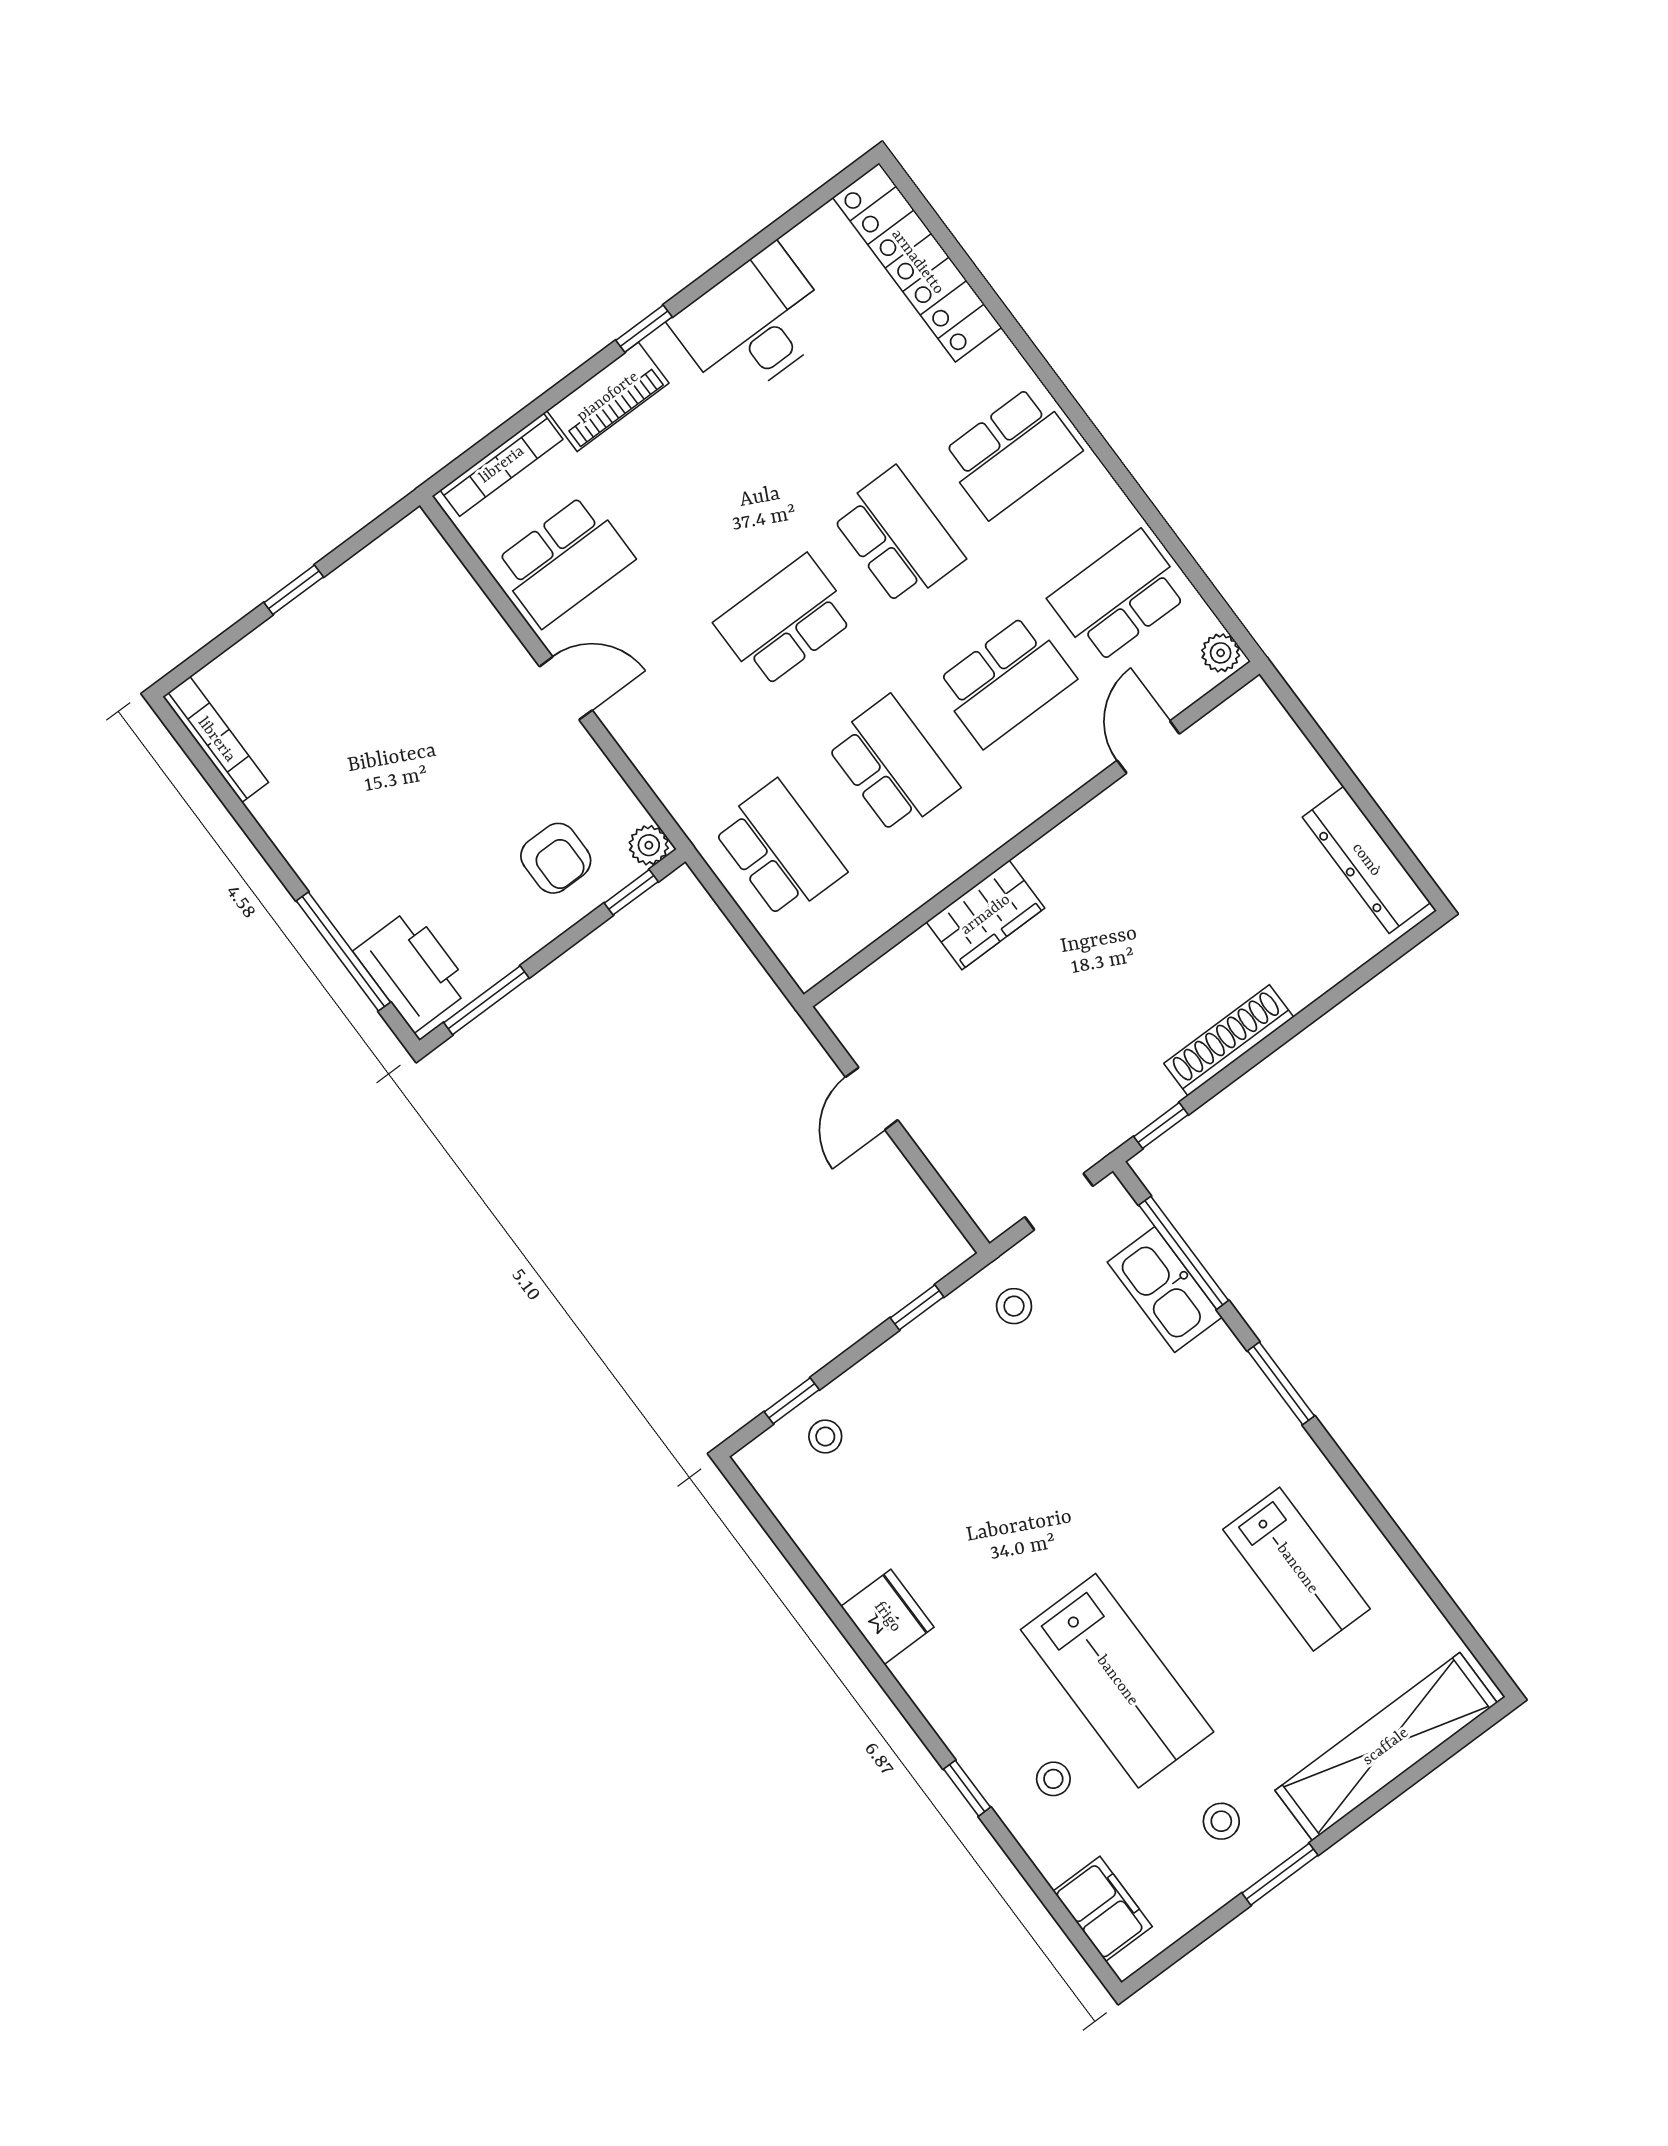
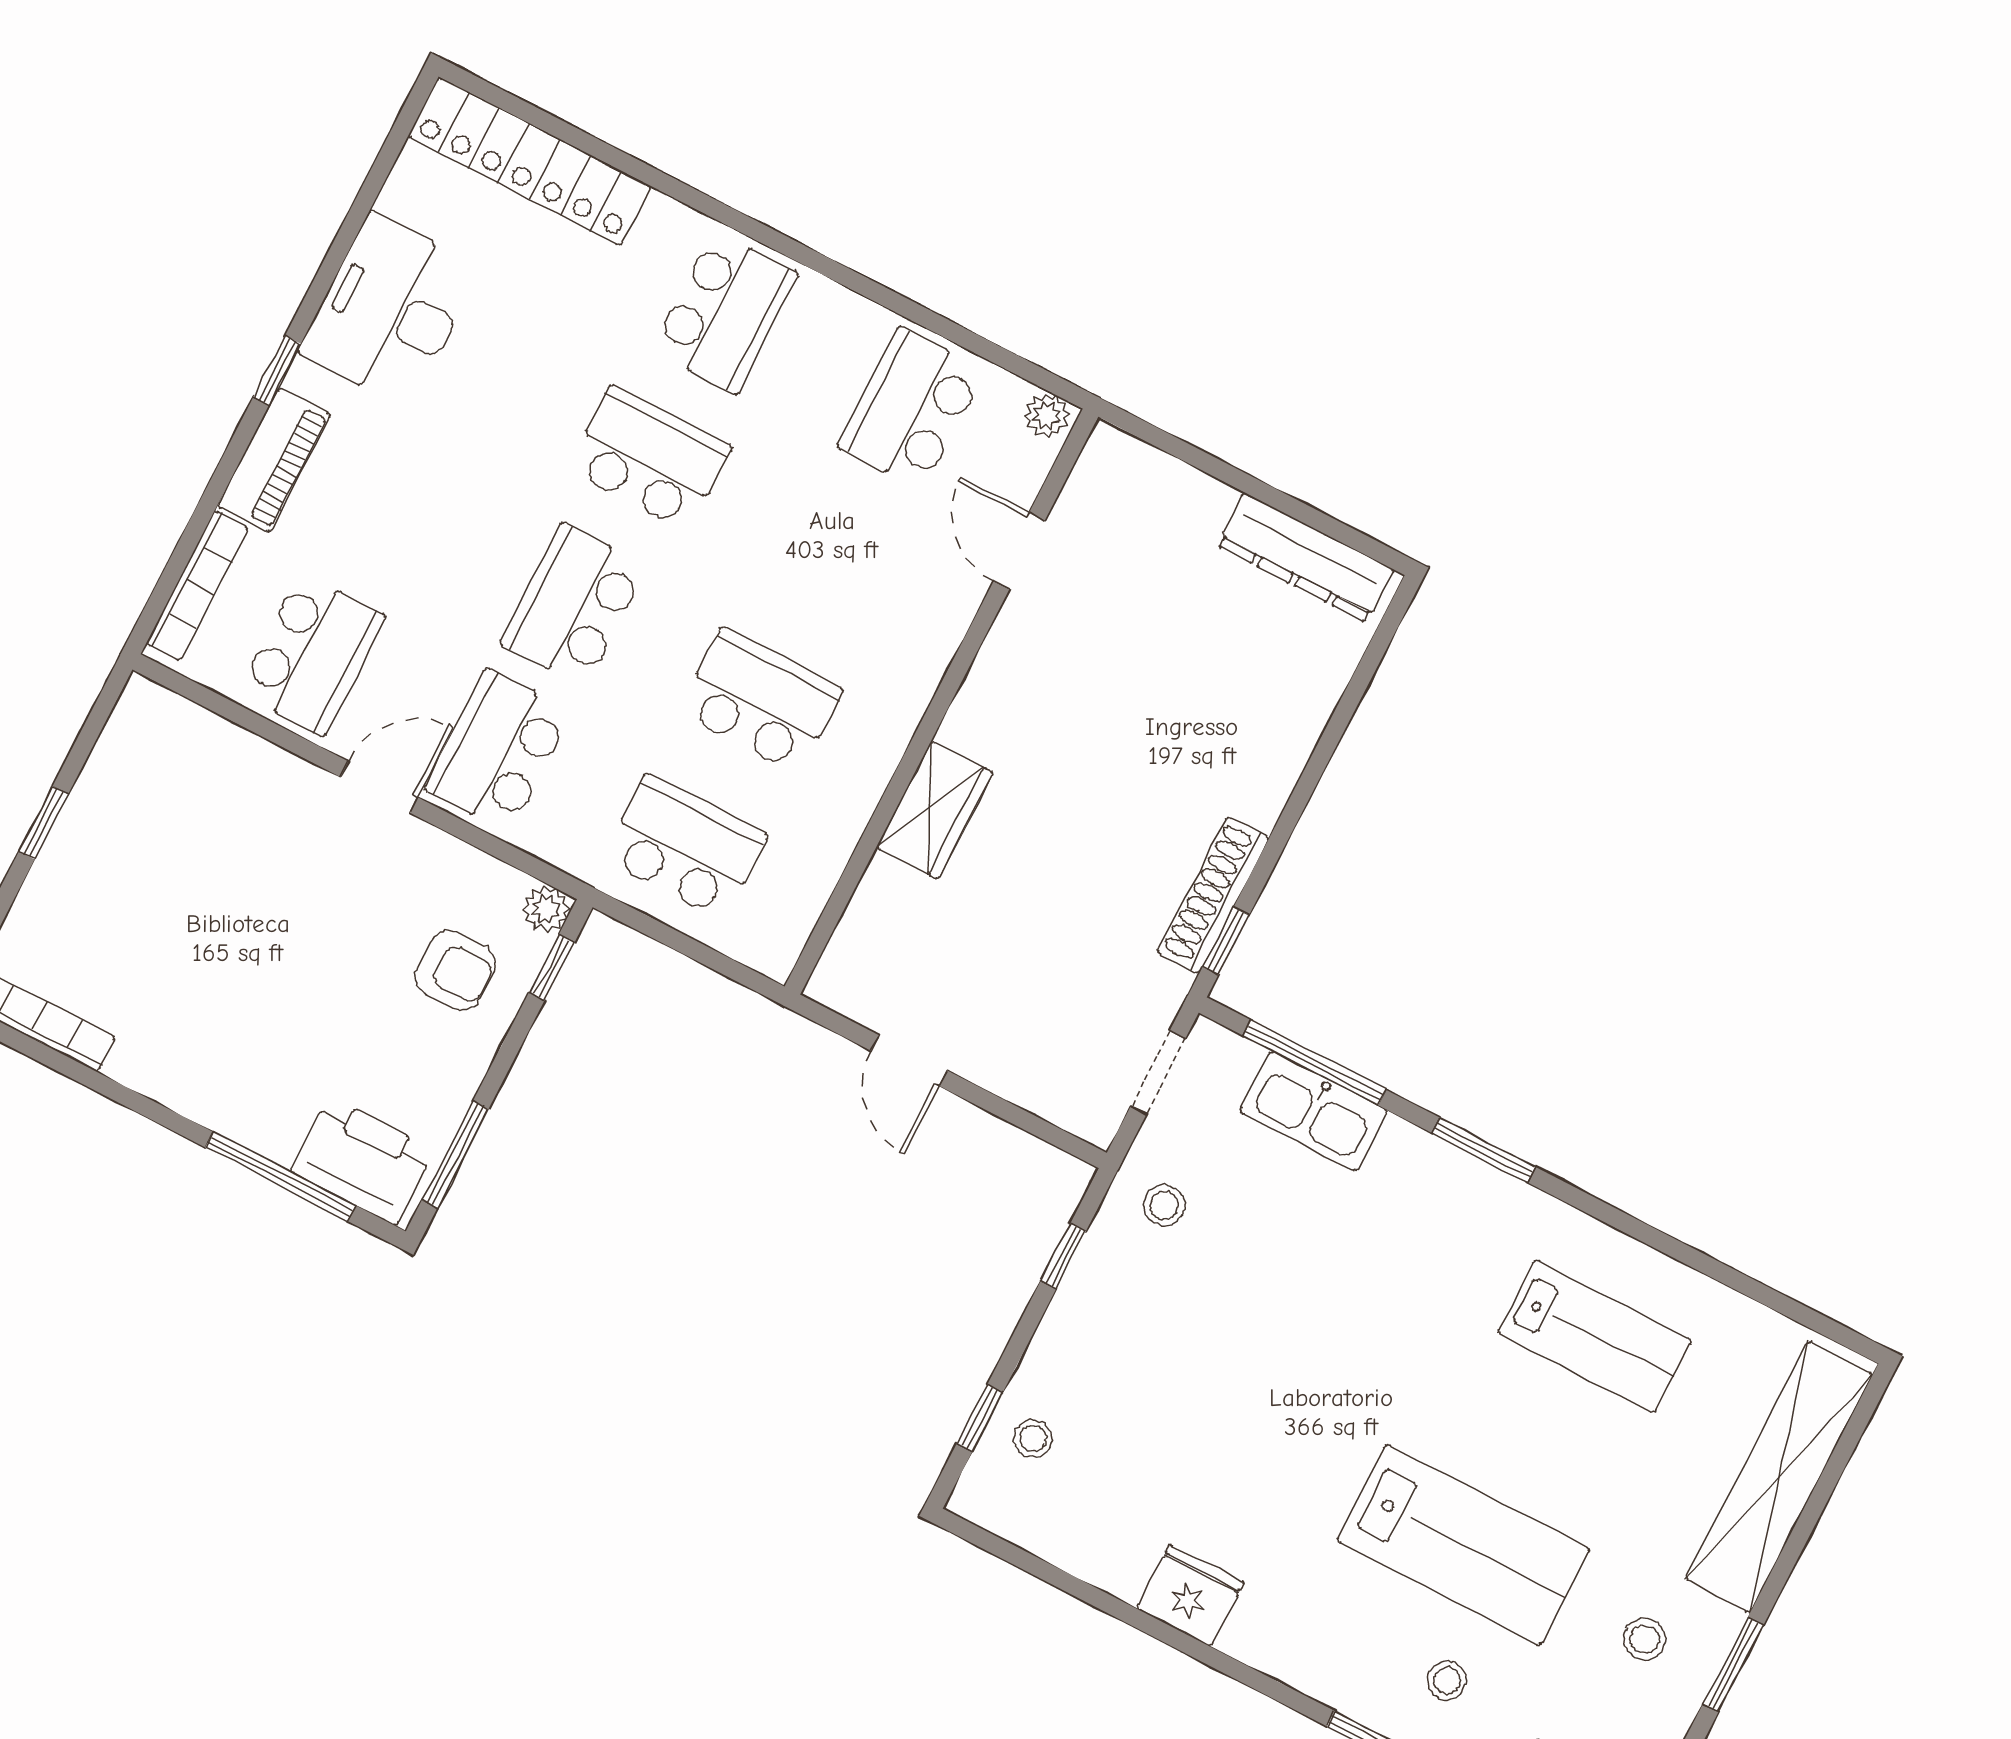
school desk: (1006, 681) -> (498, 751), moved, turned 180
shoe rack: (1229, 1040) -> (1213, 895), moved

